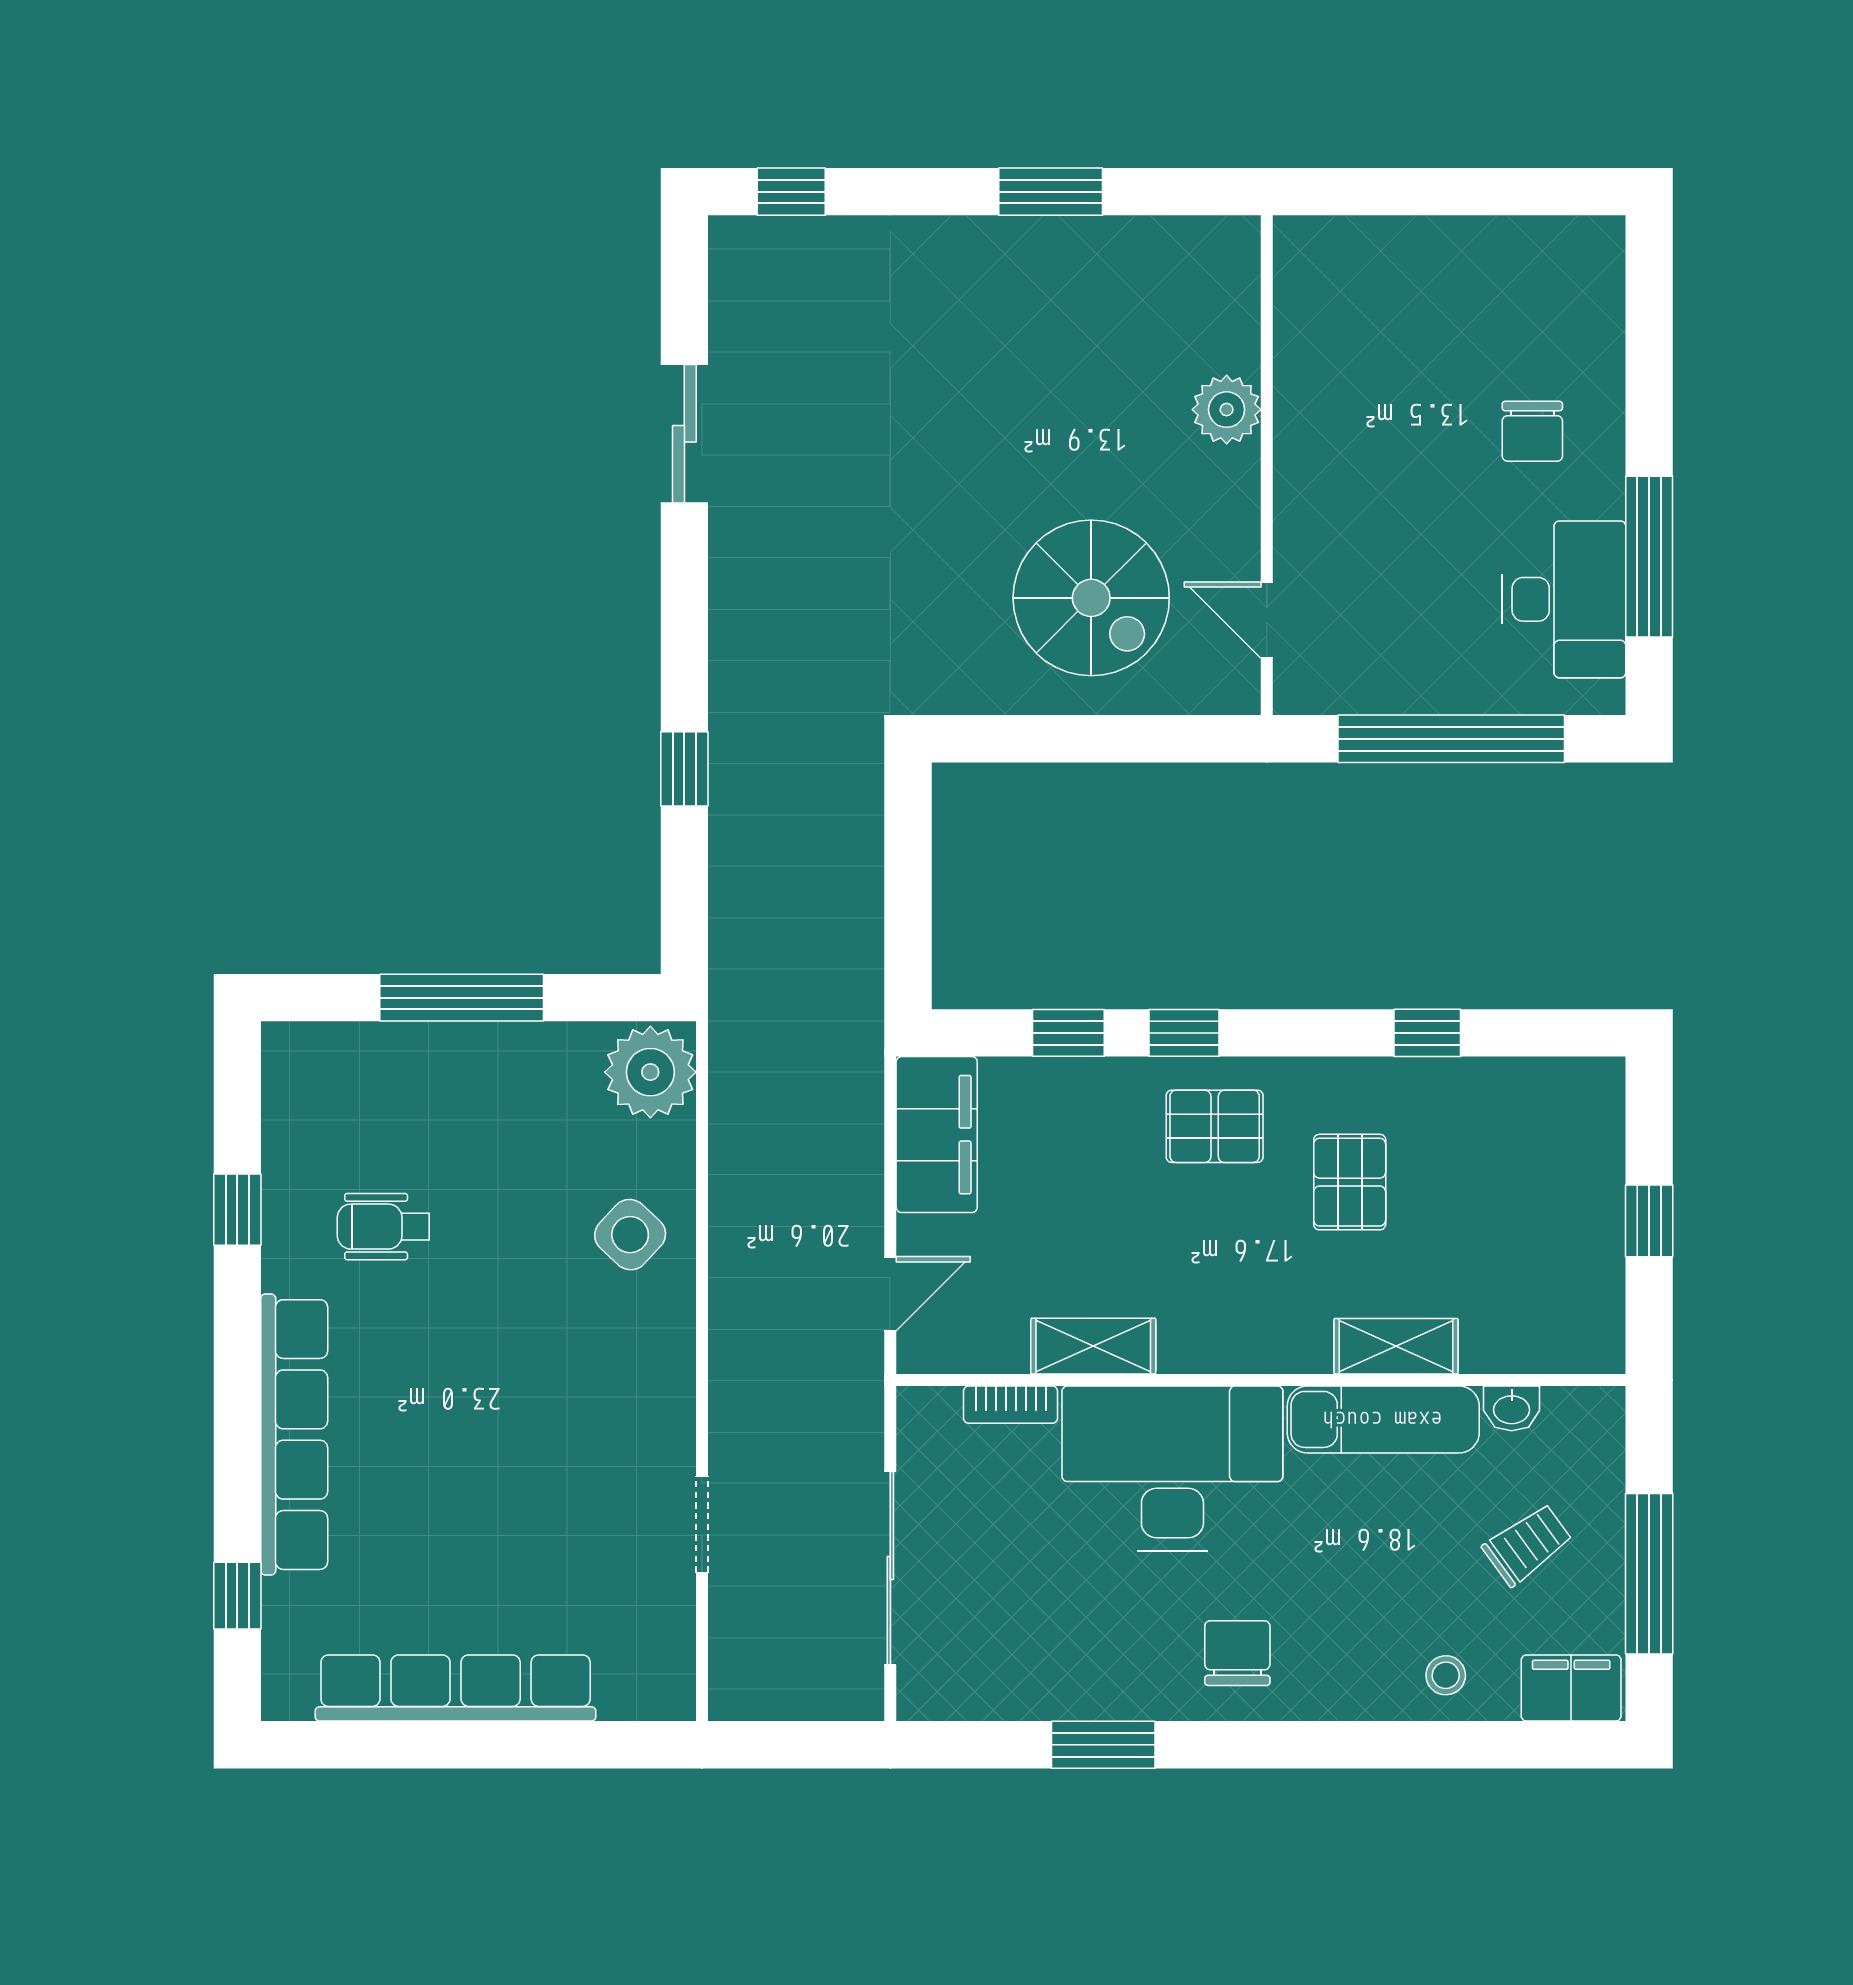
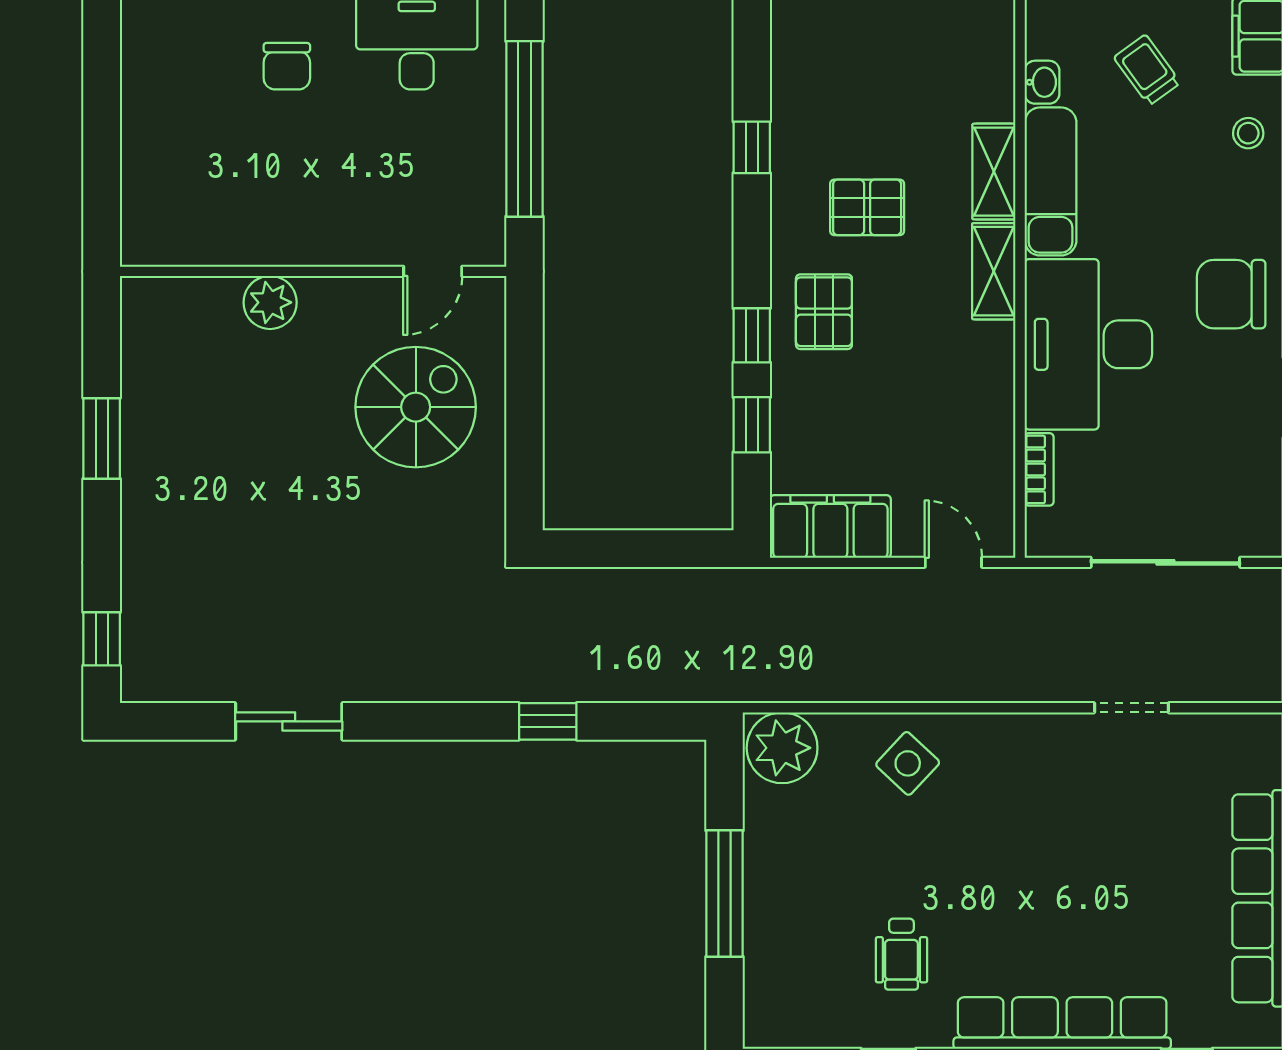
chair: (1532, 431) -> (287, 66), turned 90
shelving: (1093, 1346) -> (994, 271), moved
chair: (1237, 1653) -> (1231, 294), width x1.37, depth x1.37

